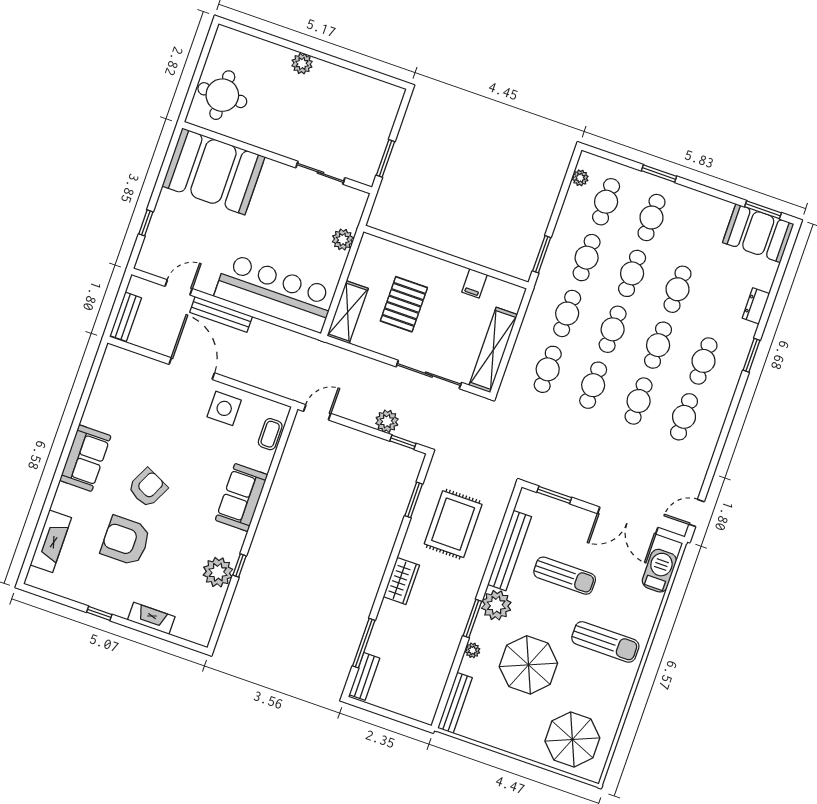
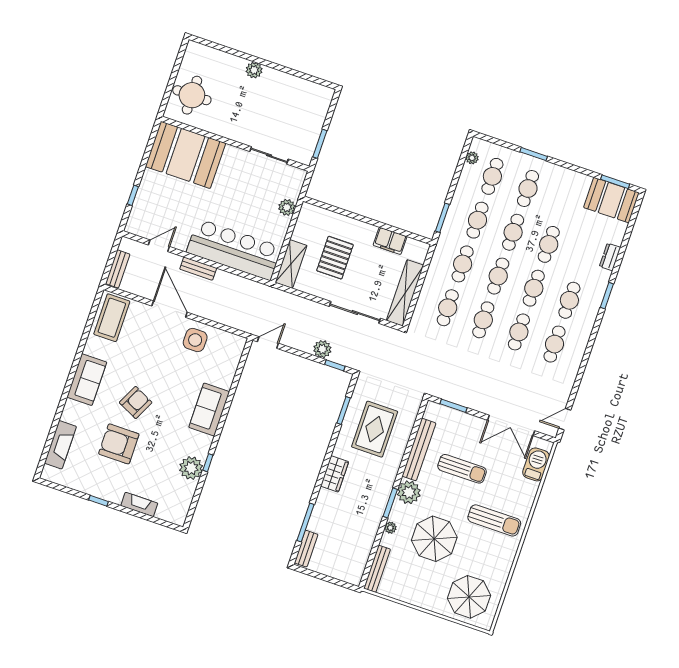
filing cabinet: (474, 283) -> (390, 241), width x2.00
bench: (221, 314) -> (198, 269), width x0.73
coffee table: (270, 434) -> (112, 318), moved, width x1.86, depth x1.72

